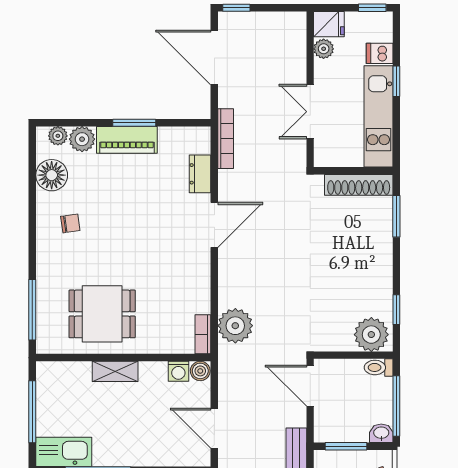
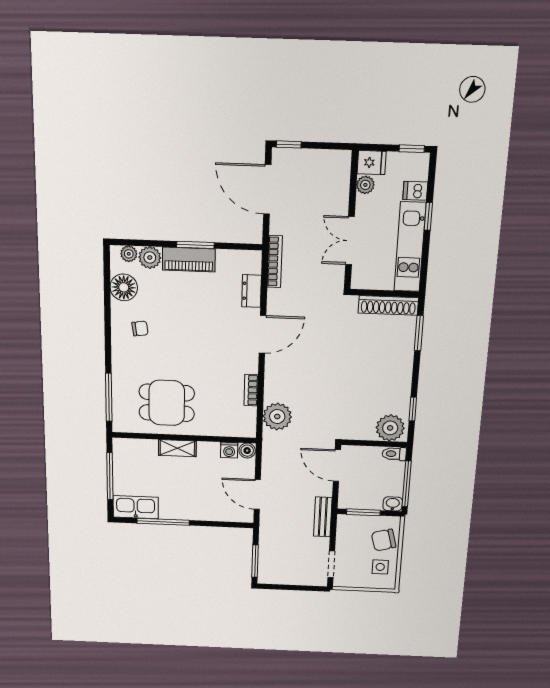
bookcase: (203, 334) -> (251, 390), moved

